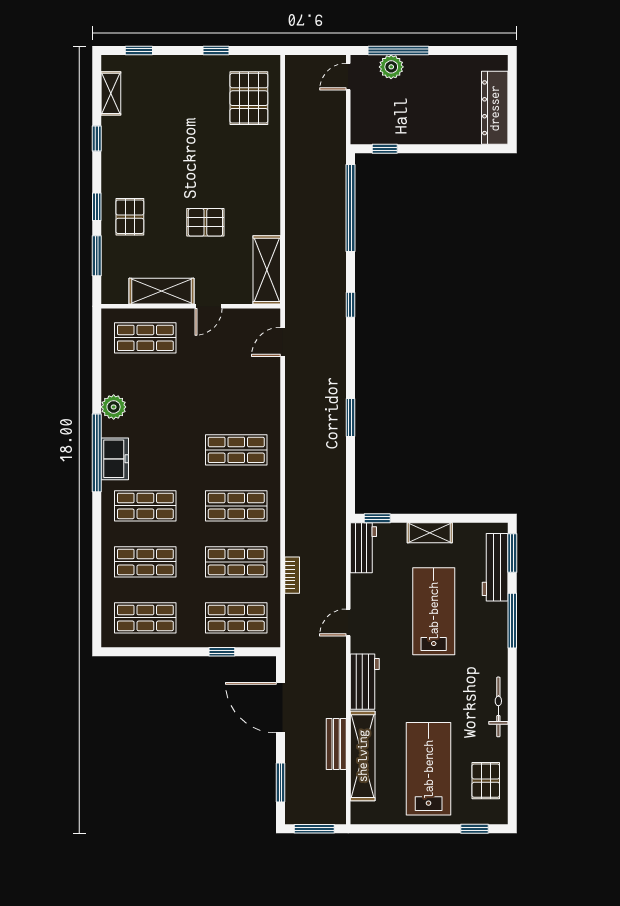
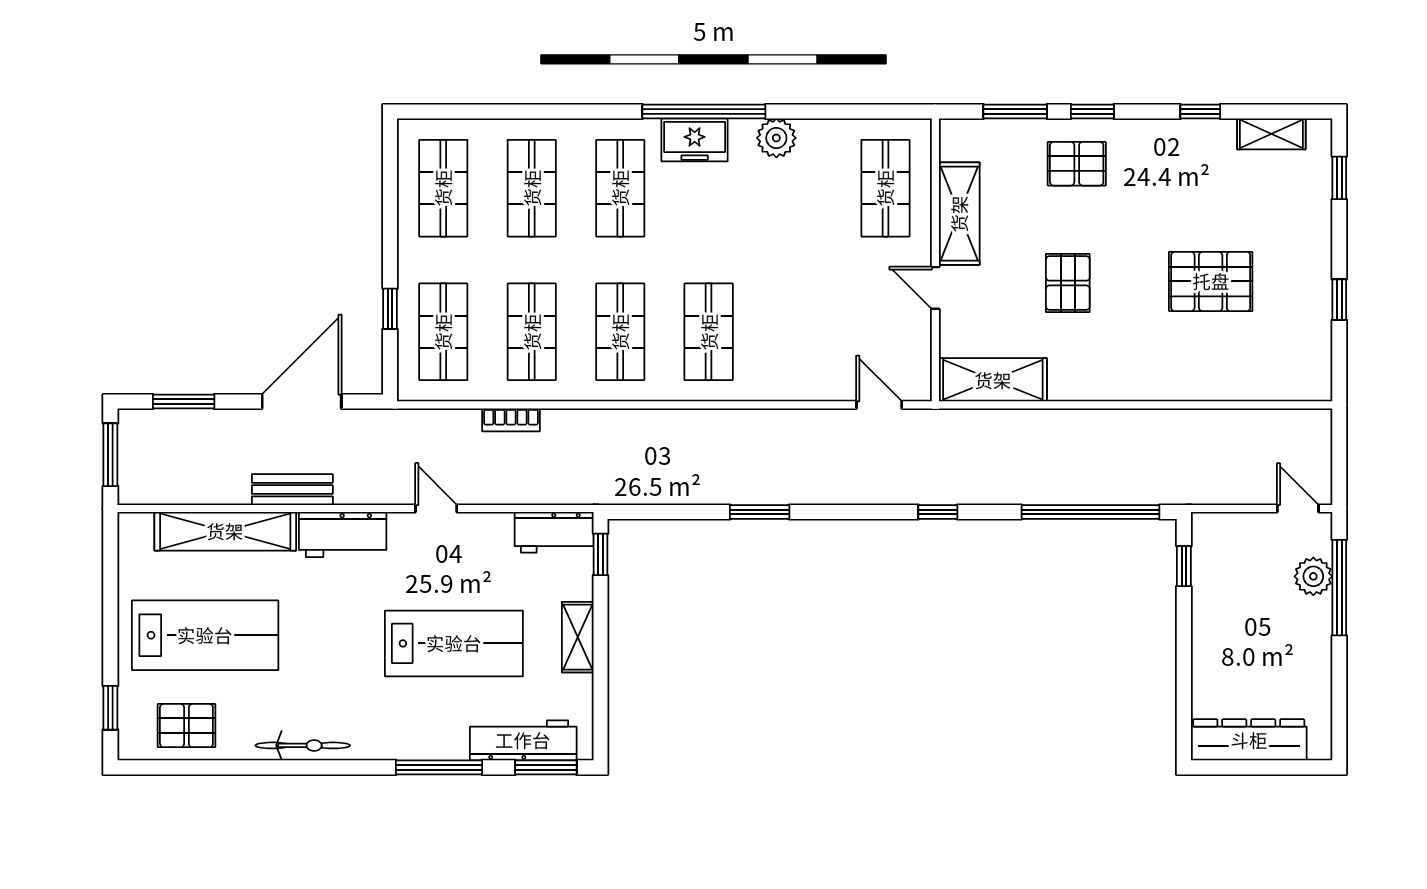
pallet: (249, 98) -> (1211, 281), moved
bench: (336, 744) -> (292, 490), moved

